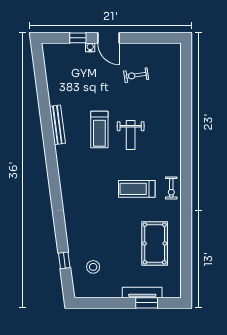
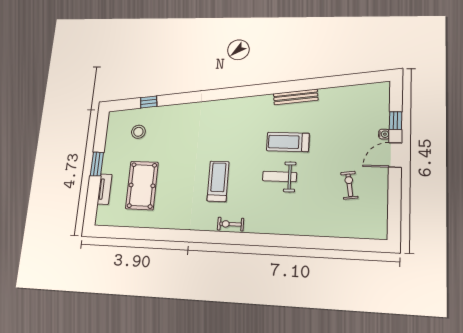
exercise bike: (171, 188) -> (231, 224), moved
pool table: (155, 243) -> (142, 185), moved, turned 90
tv unit: (142, 293) -> (105, 189), width x0.71
window: (147, 303) -> (97, 164), moved

